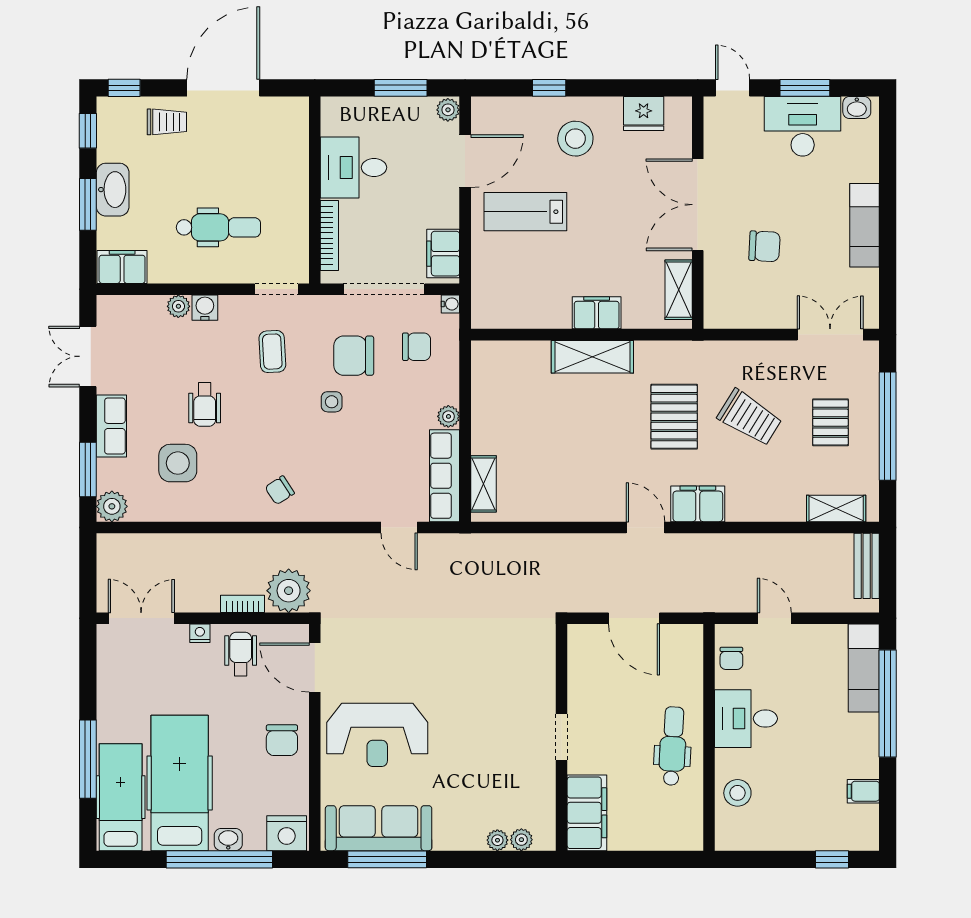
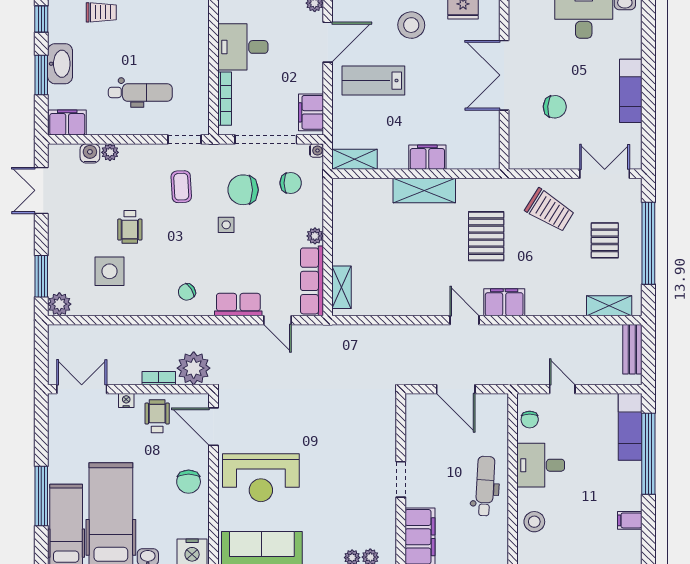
shelving: (679, 290) -> (355, 159), moved, turned 90
water cooler: (205, 308) -> (90, 153), moved
trolley: (750, 418) -> (550, 210), moved
row of seats: (111, 426) -> (238, 305), moved, turned -90

